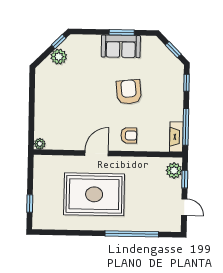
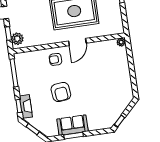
plant: (59, 57) -> (118, 110), removed
fireplace: (176, 137) -> (26, 106), moved

